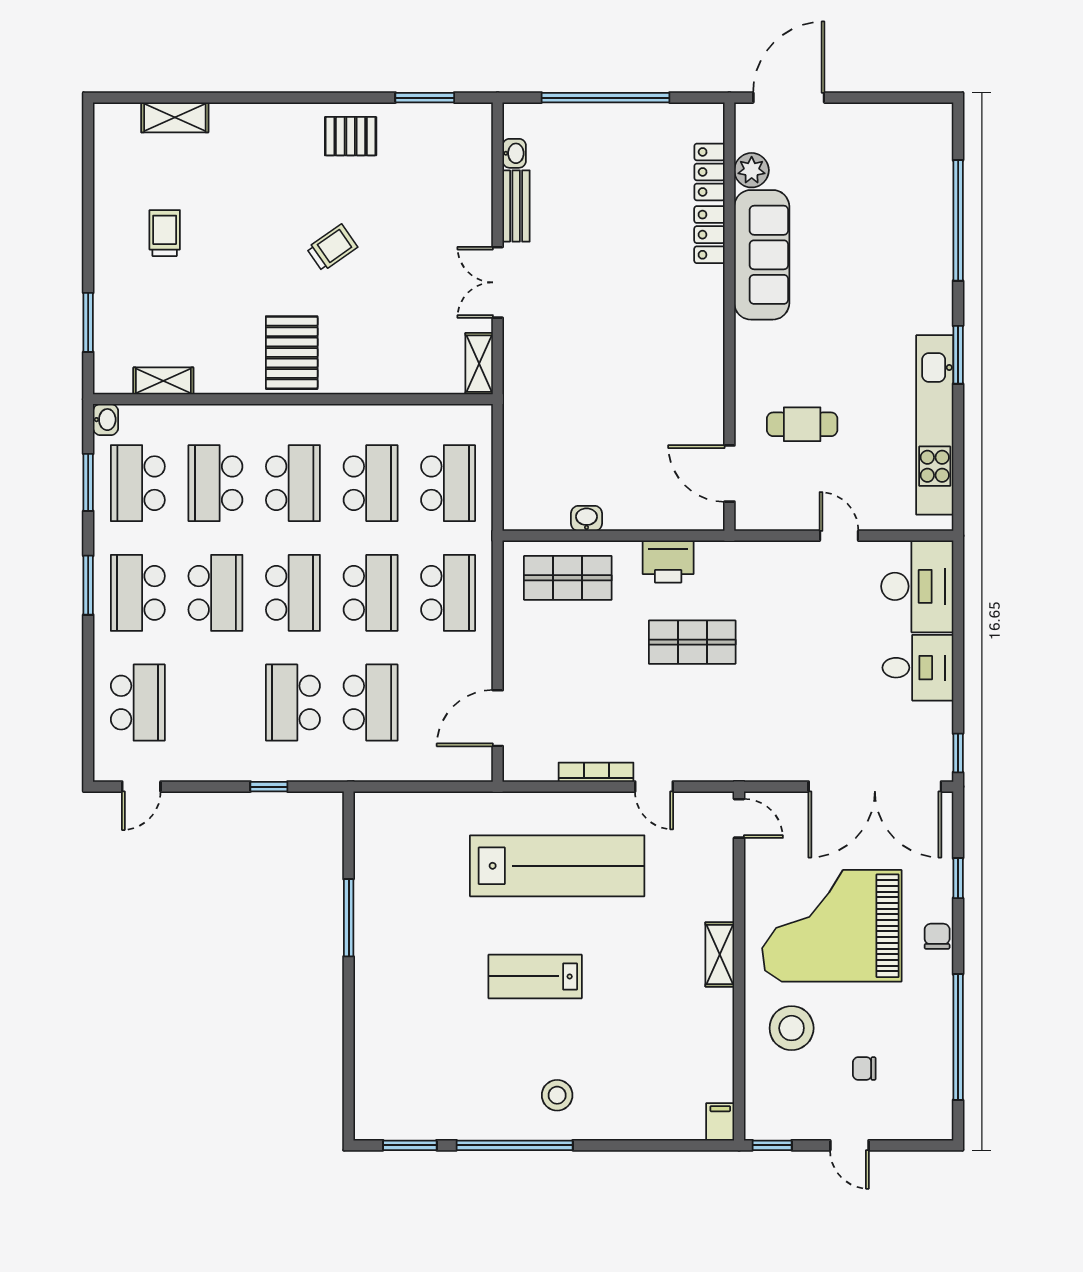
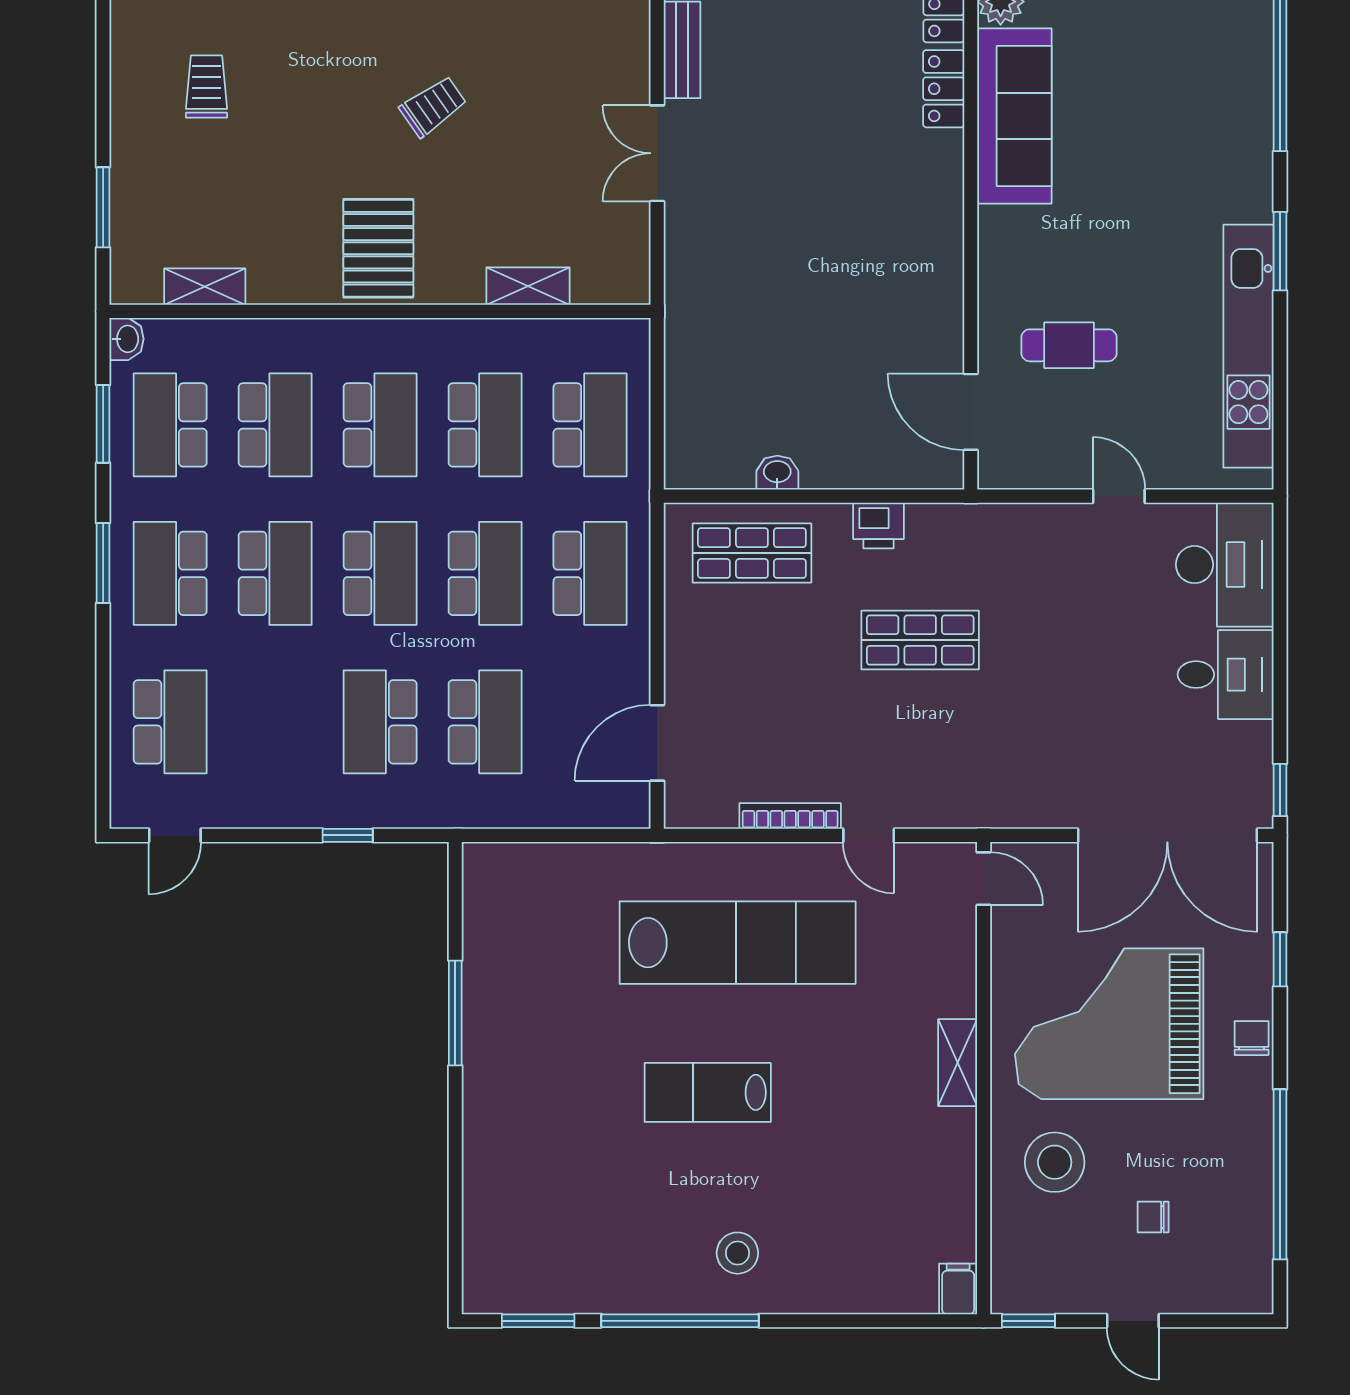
shelving: (479, 364) -> (528, 286), moved, turned 90
school desk: (215, 483) -> (275, 425), turned 180
printer: (668, 562) -> (878, 525), width x0.73, depth x0.81

